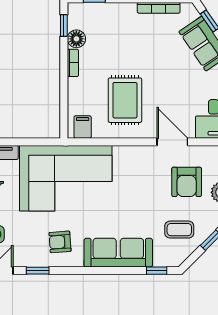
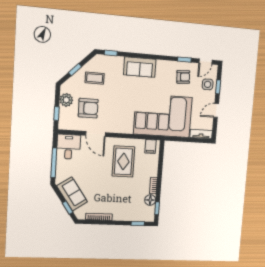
armchair: (187, 182) -> (88, 108), turned 90
armchair: (60, 242) -> (183, 77), moved
sofa: (118, 253) -> (140, 67), width x0.73

